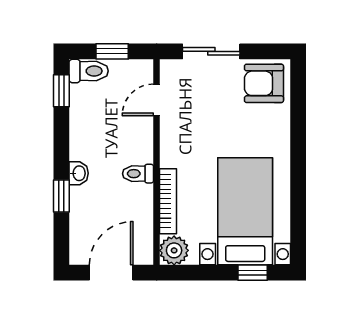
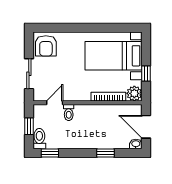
door: (157, 100) -> (55, 103), swing flipped
washbasin: (79, 173) -> (136, 144), moved
toilet: (138, 174) -> (69, 113), moved
window: (253, 273) -> (146, 73), moved

